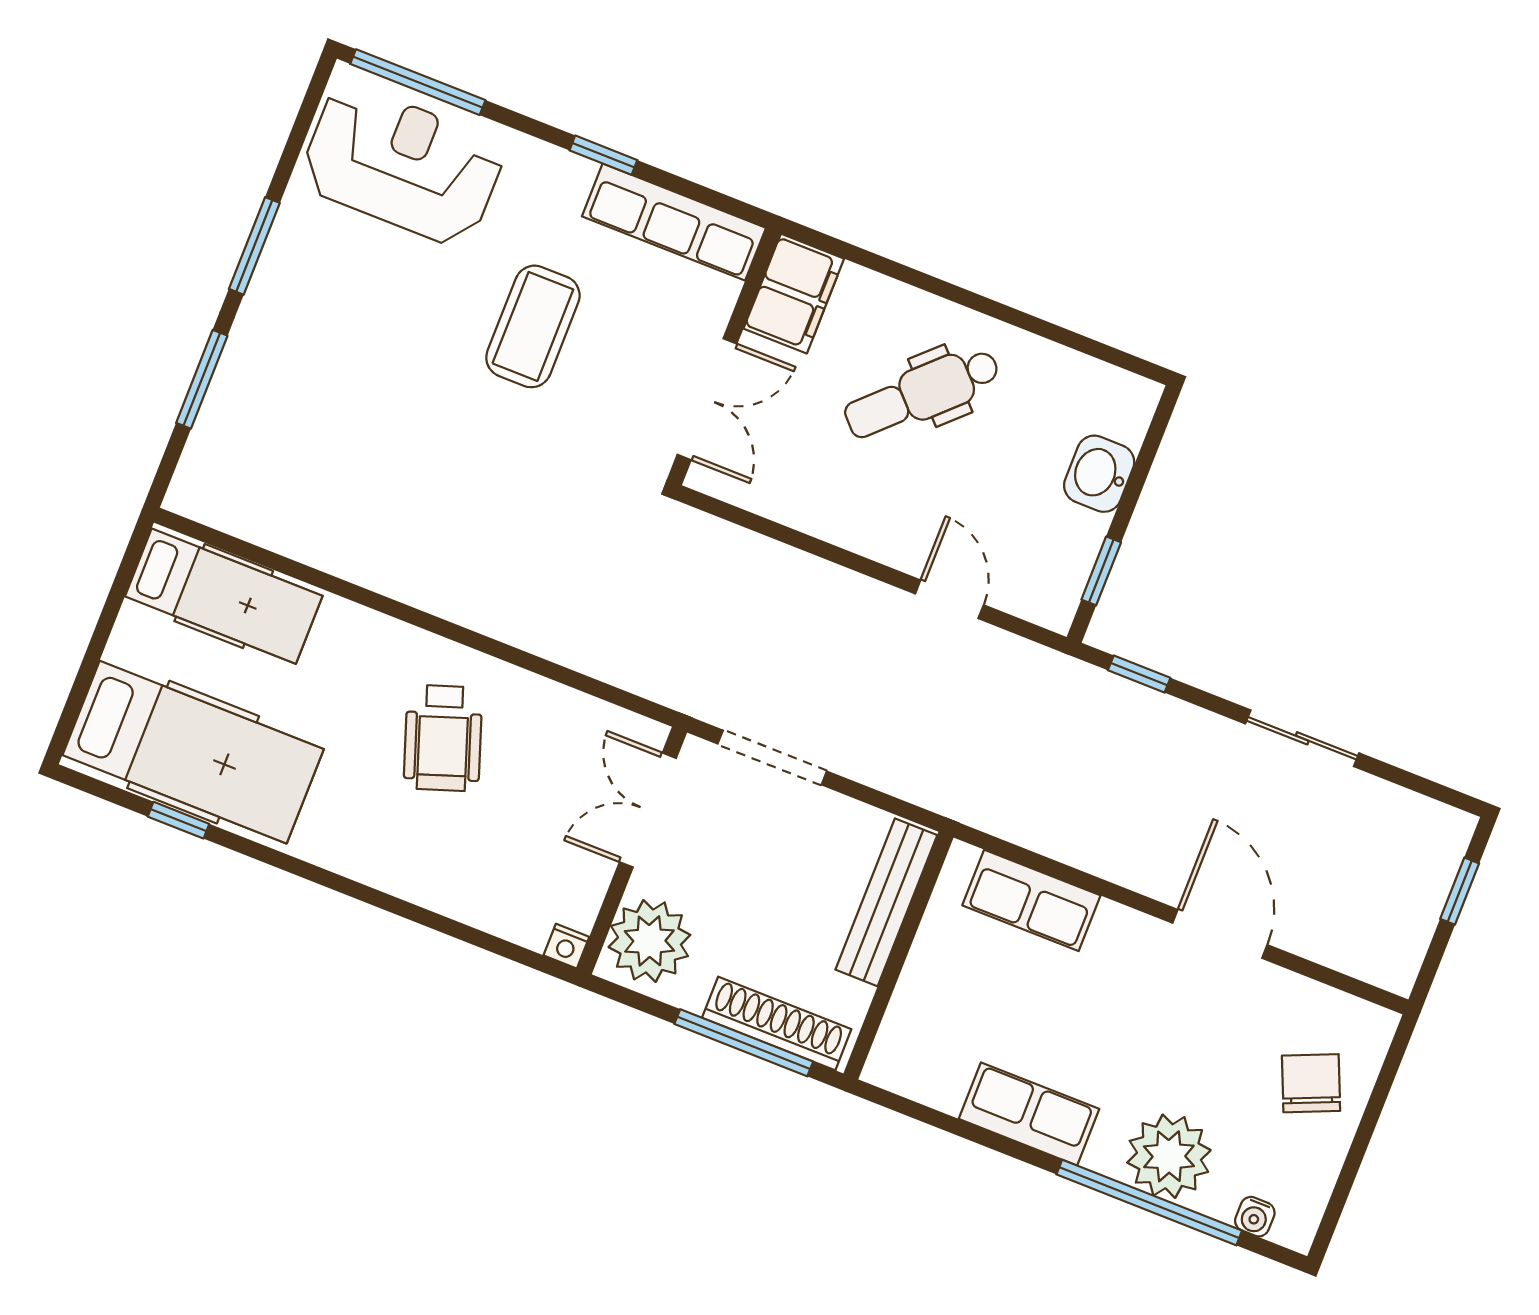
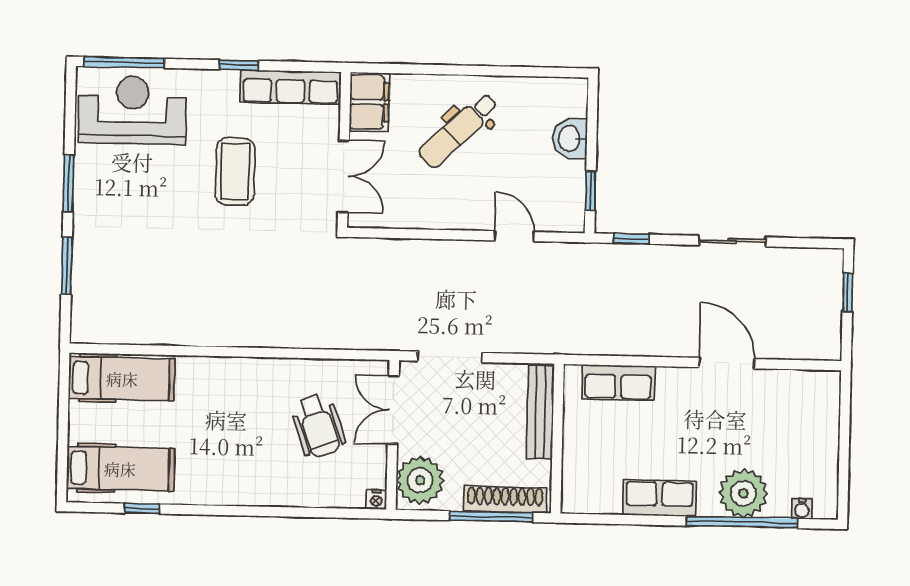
wheelchair: (443, 738) -> (318, 425), moved
hospital bed: (193, 752) -> (120, 469), width x0.73, depth x0.78
chair: (1311, 1083) -> (806, 426), removed

